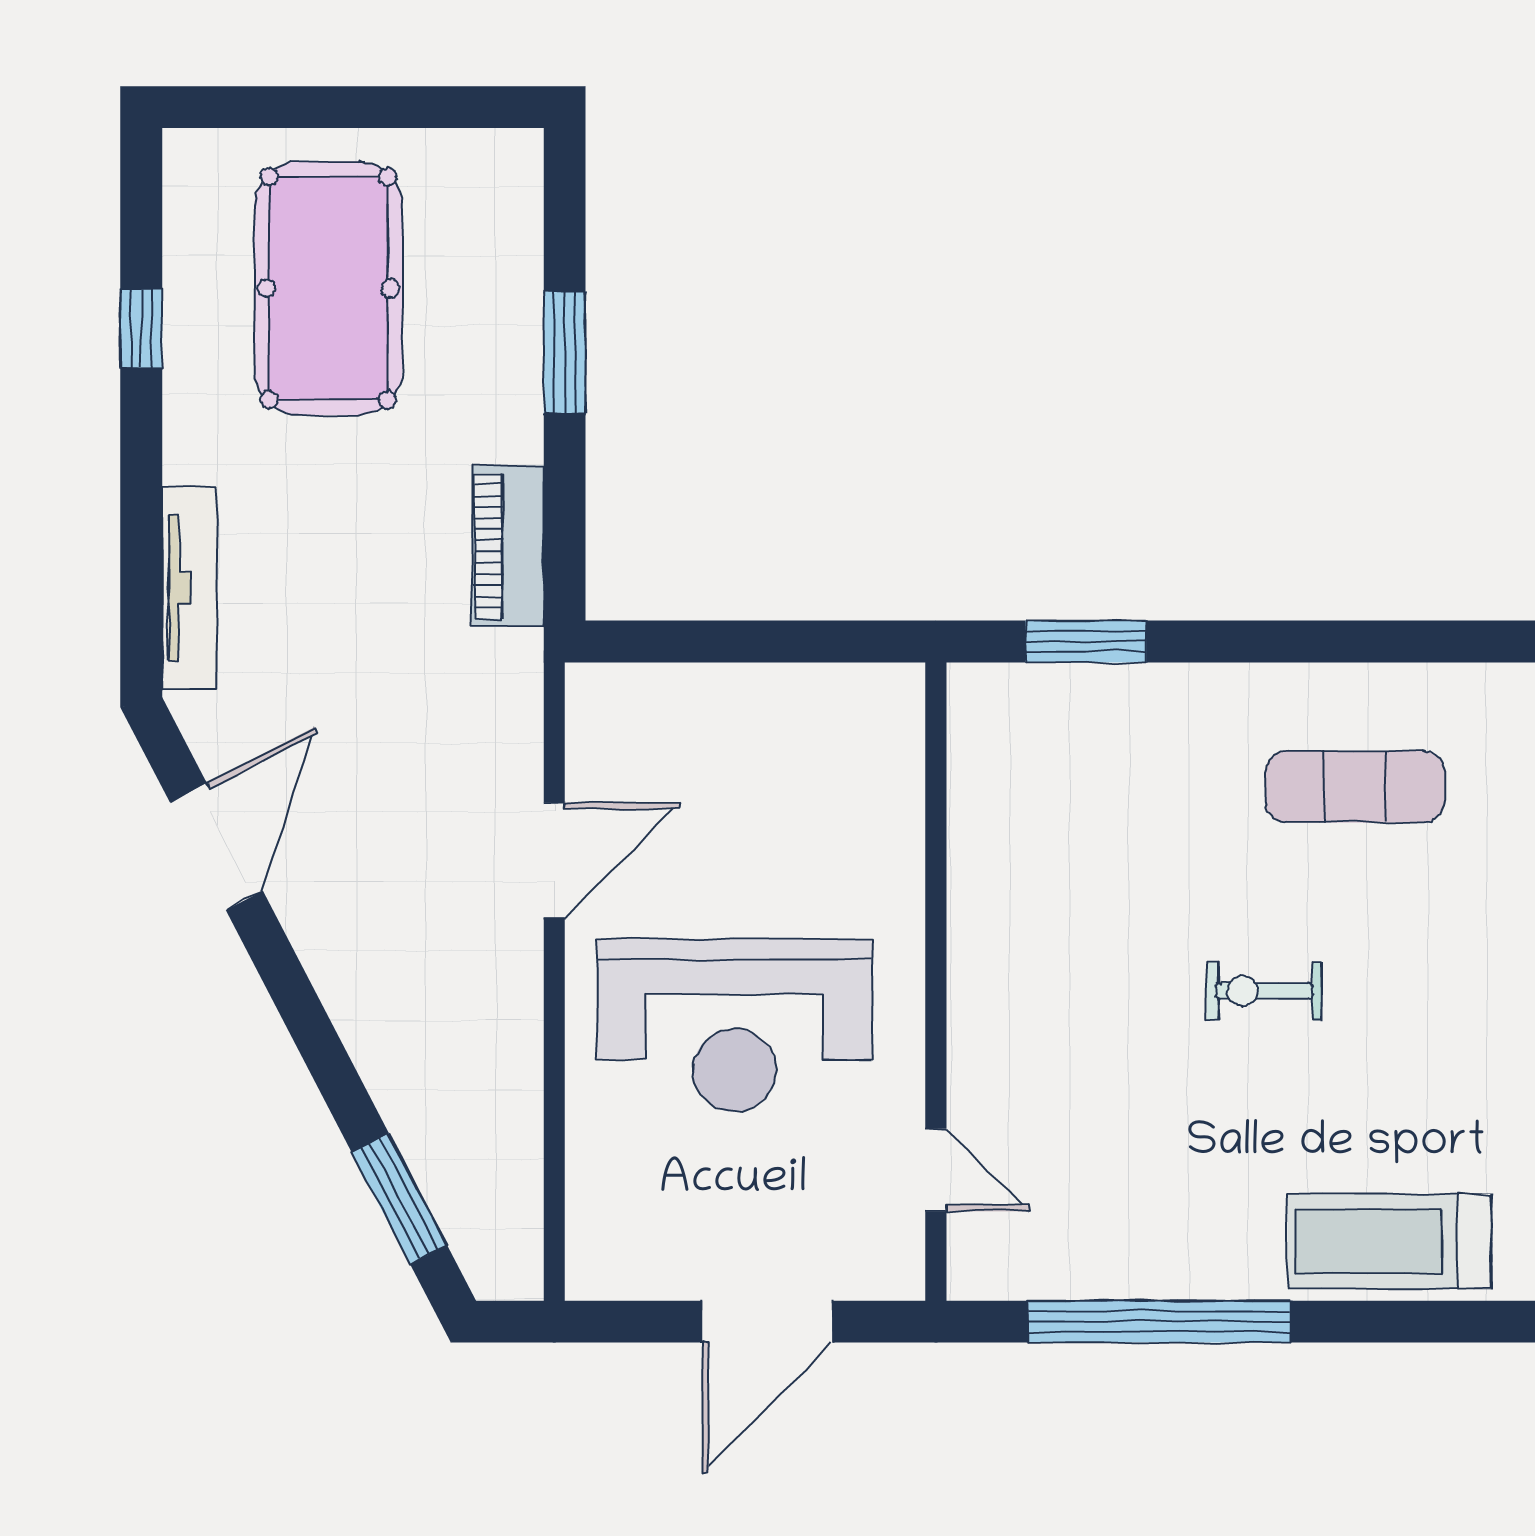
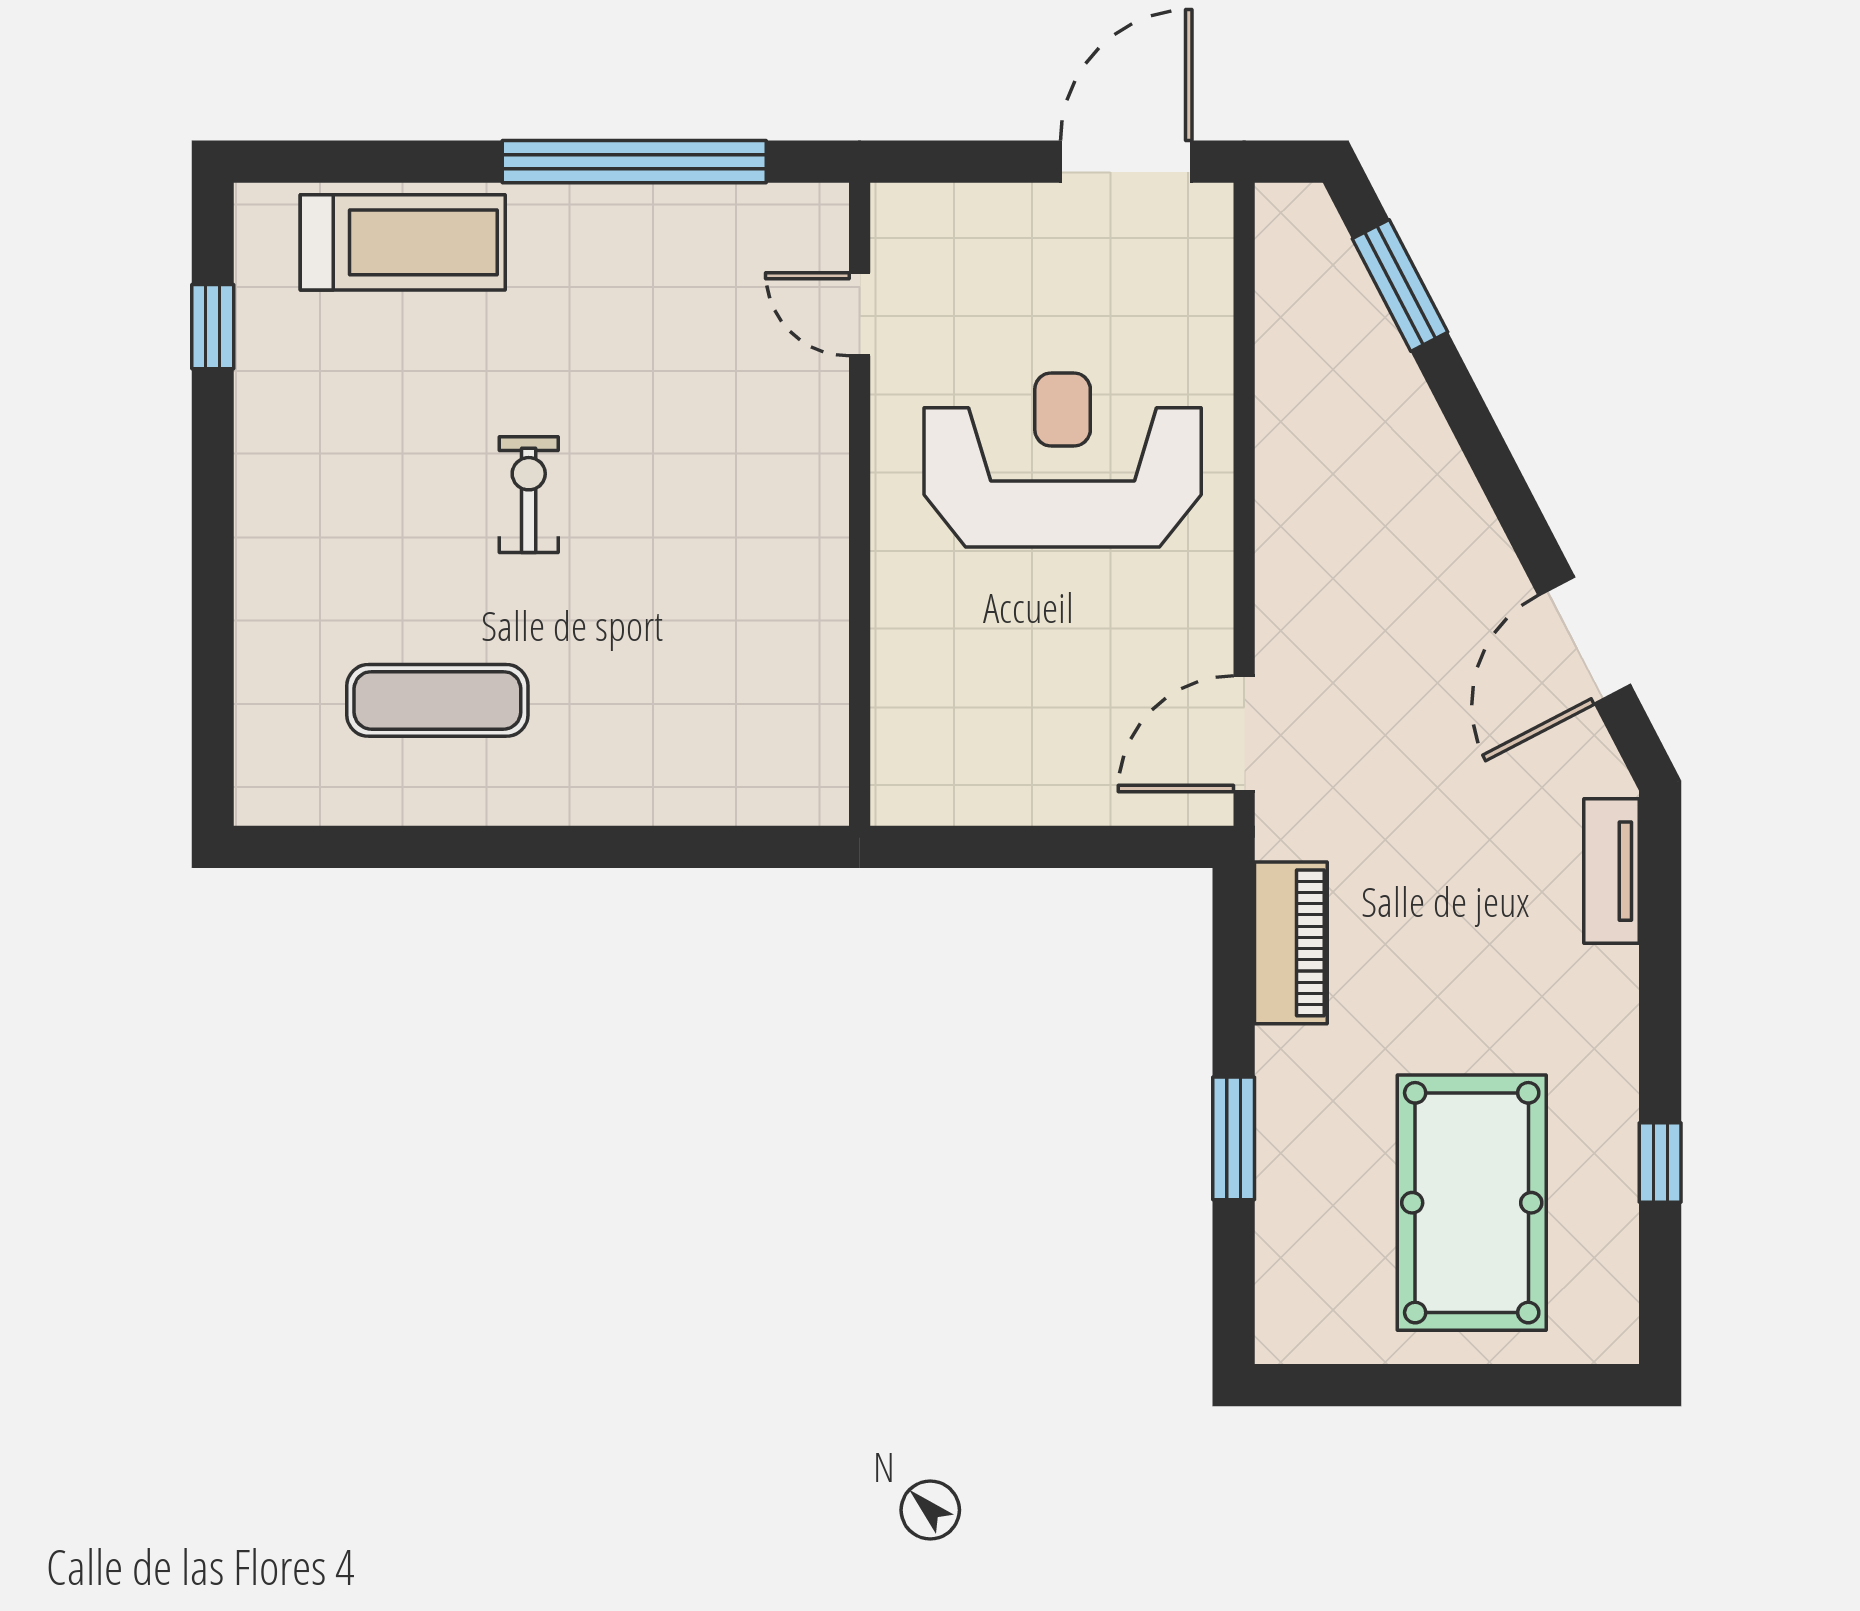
tv unit: (190, 588) -> (1612, 871), width x0.71
window: (1086, 642) -> (708, 847), removed
door: (554, 860) -> (1244, 734), moved
exercise bike: (1264, 991) -> (529, 495), turned -90
door: (767, 1322) -> (1126, 162), moved

